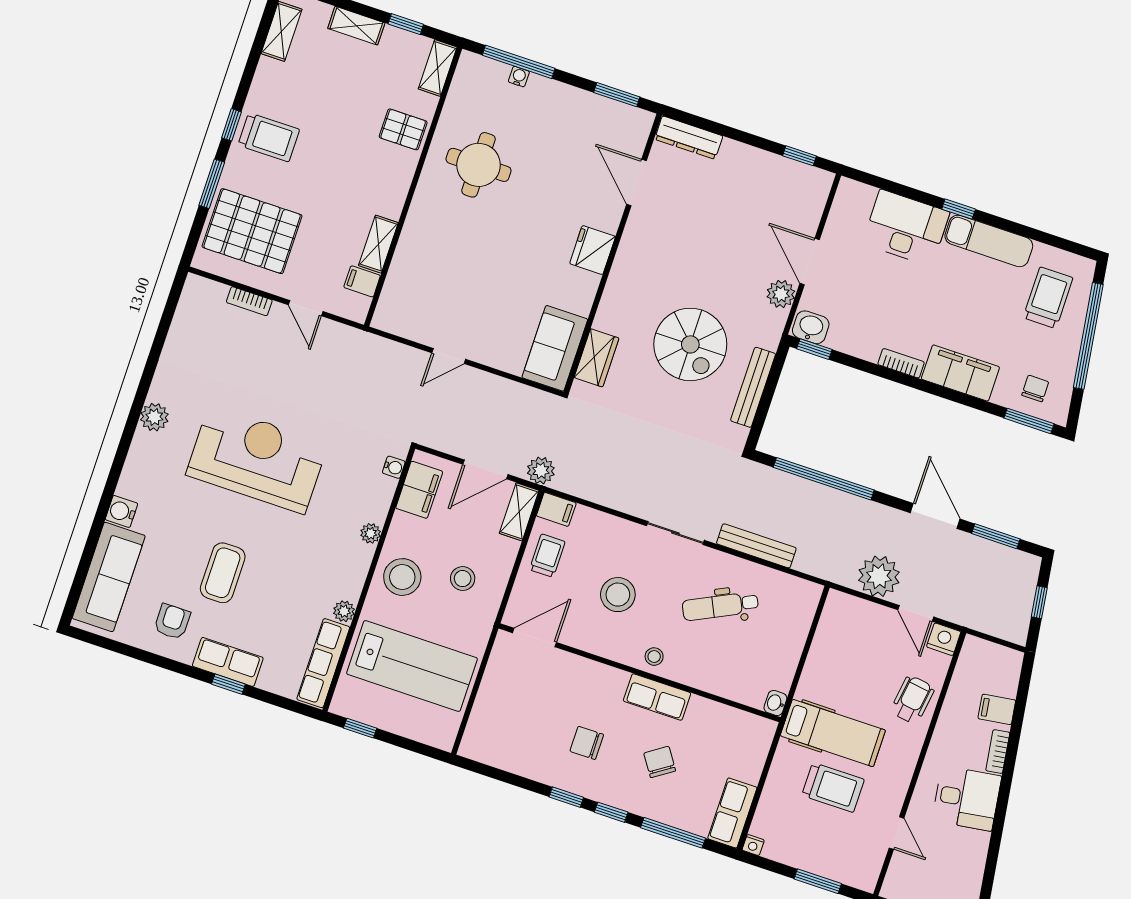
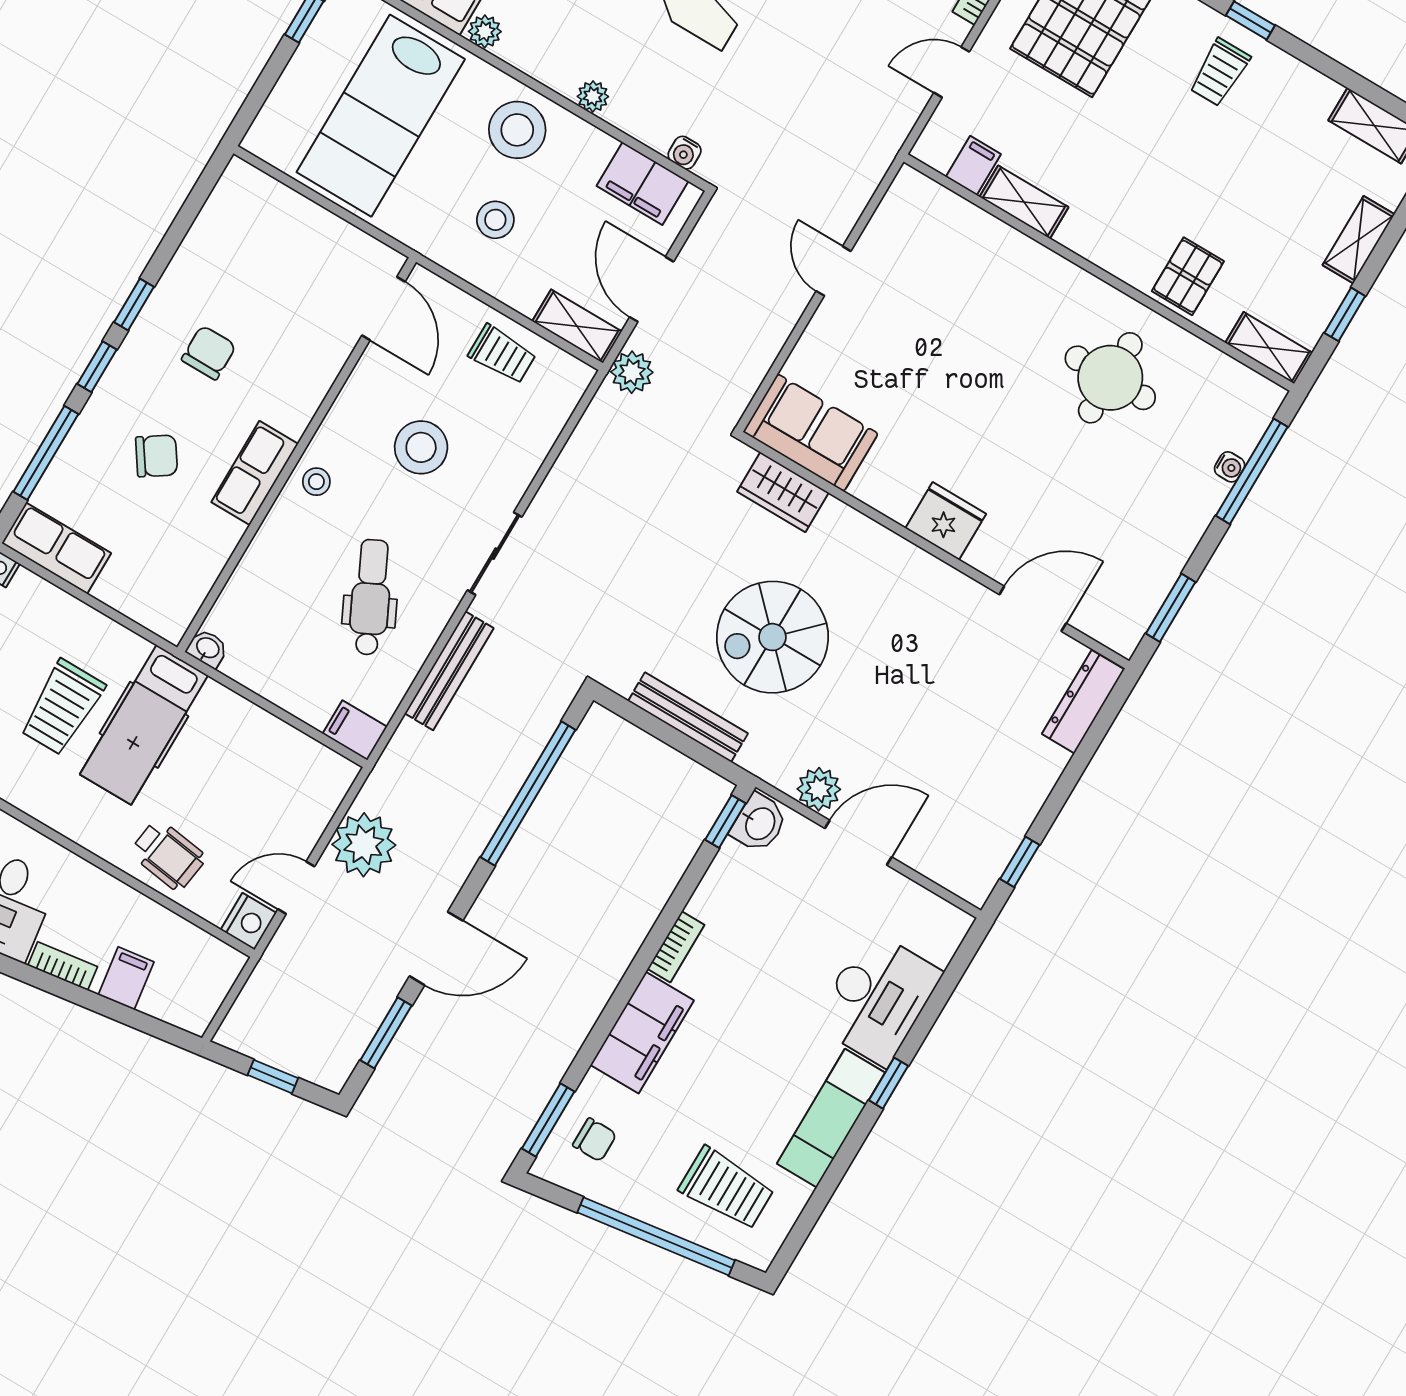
trolley: (269, 137) -> (1220, 72), width x0.73, depth x0.72
filing cabinet: (556, 509) -> (355, 730), moved, turned 90

